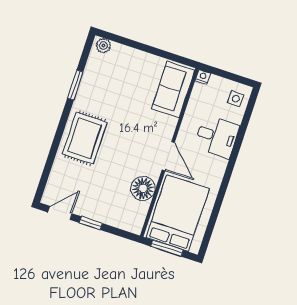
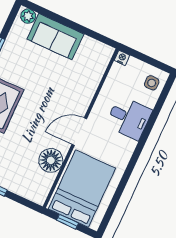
sofa: (173, 89) -> (55, 37), moved, turned -90
door: (168, 156) -> (79, 132), swing flipped
window: (167, 248) -> (68, 222), width x0.67

